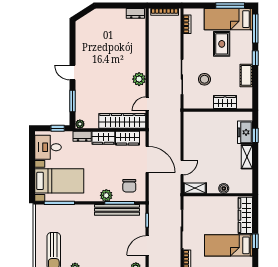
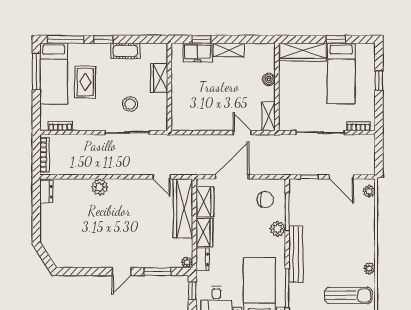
rug: (222, 44) -> (85, 82), turned 90
plant: (139, 79) -> (100, 187), moved
bench: (117, 210) -> (296, 254), moved

